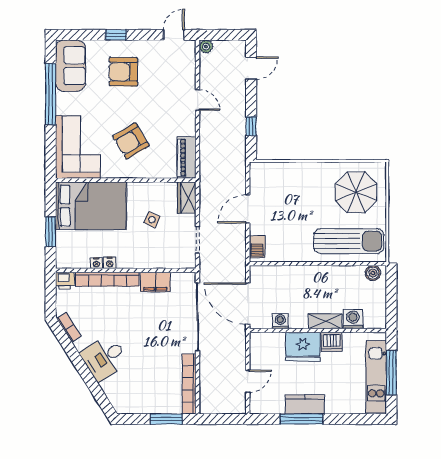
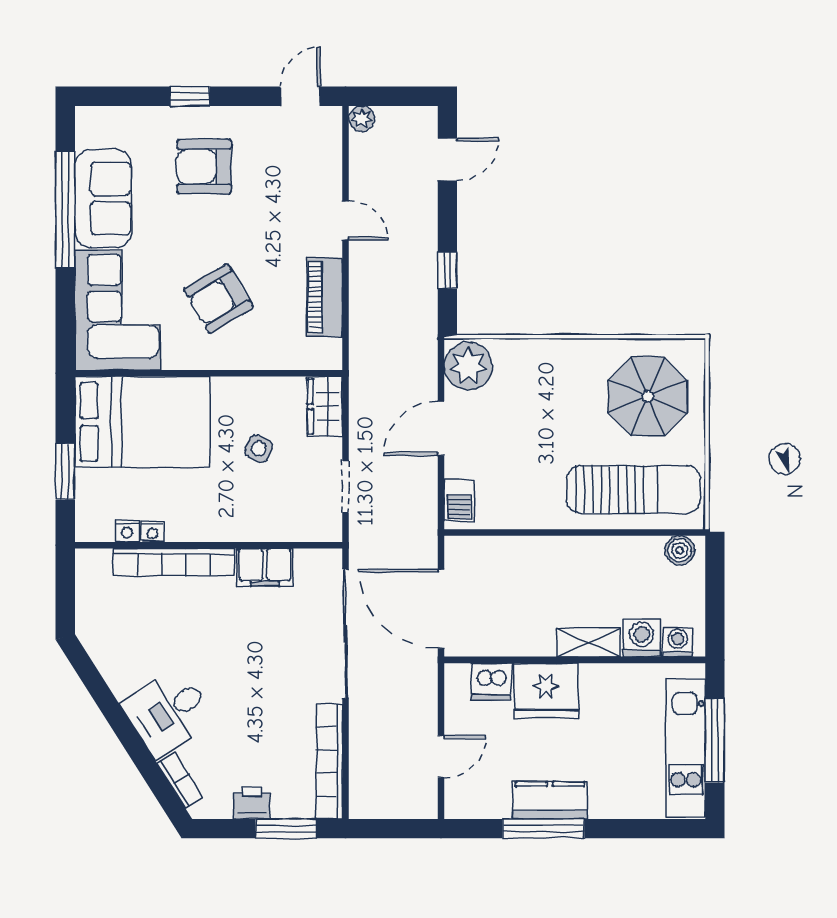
sofa: (71, 66) -> (103, 199), moved
piano: (187, 158) -> (325, 297), moved
plant: (262, 176) -> (468, 366), added
nightstand: (110, 263) -> (127, 531), moved
printer: (65, 281) -> (252, 803), moved, turned 180
washing machine: (280, 321) -> (678, 642), moved
bookcase: (69, 327) -> (180, 780), moved
dishwasher: (332, 342) -> (491, 682), moved

